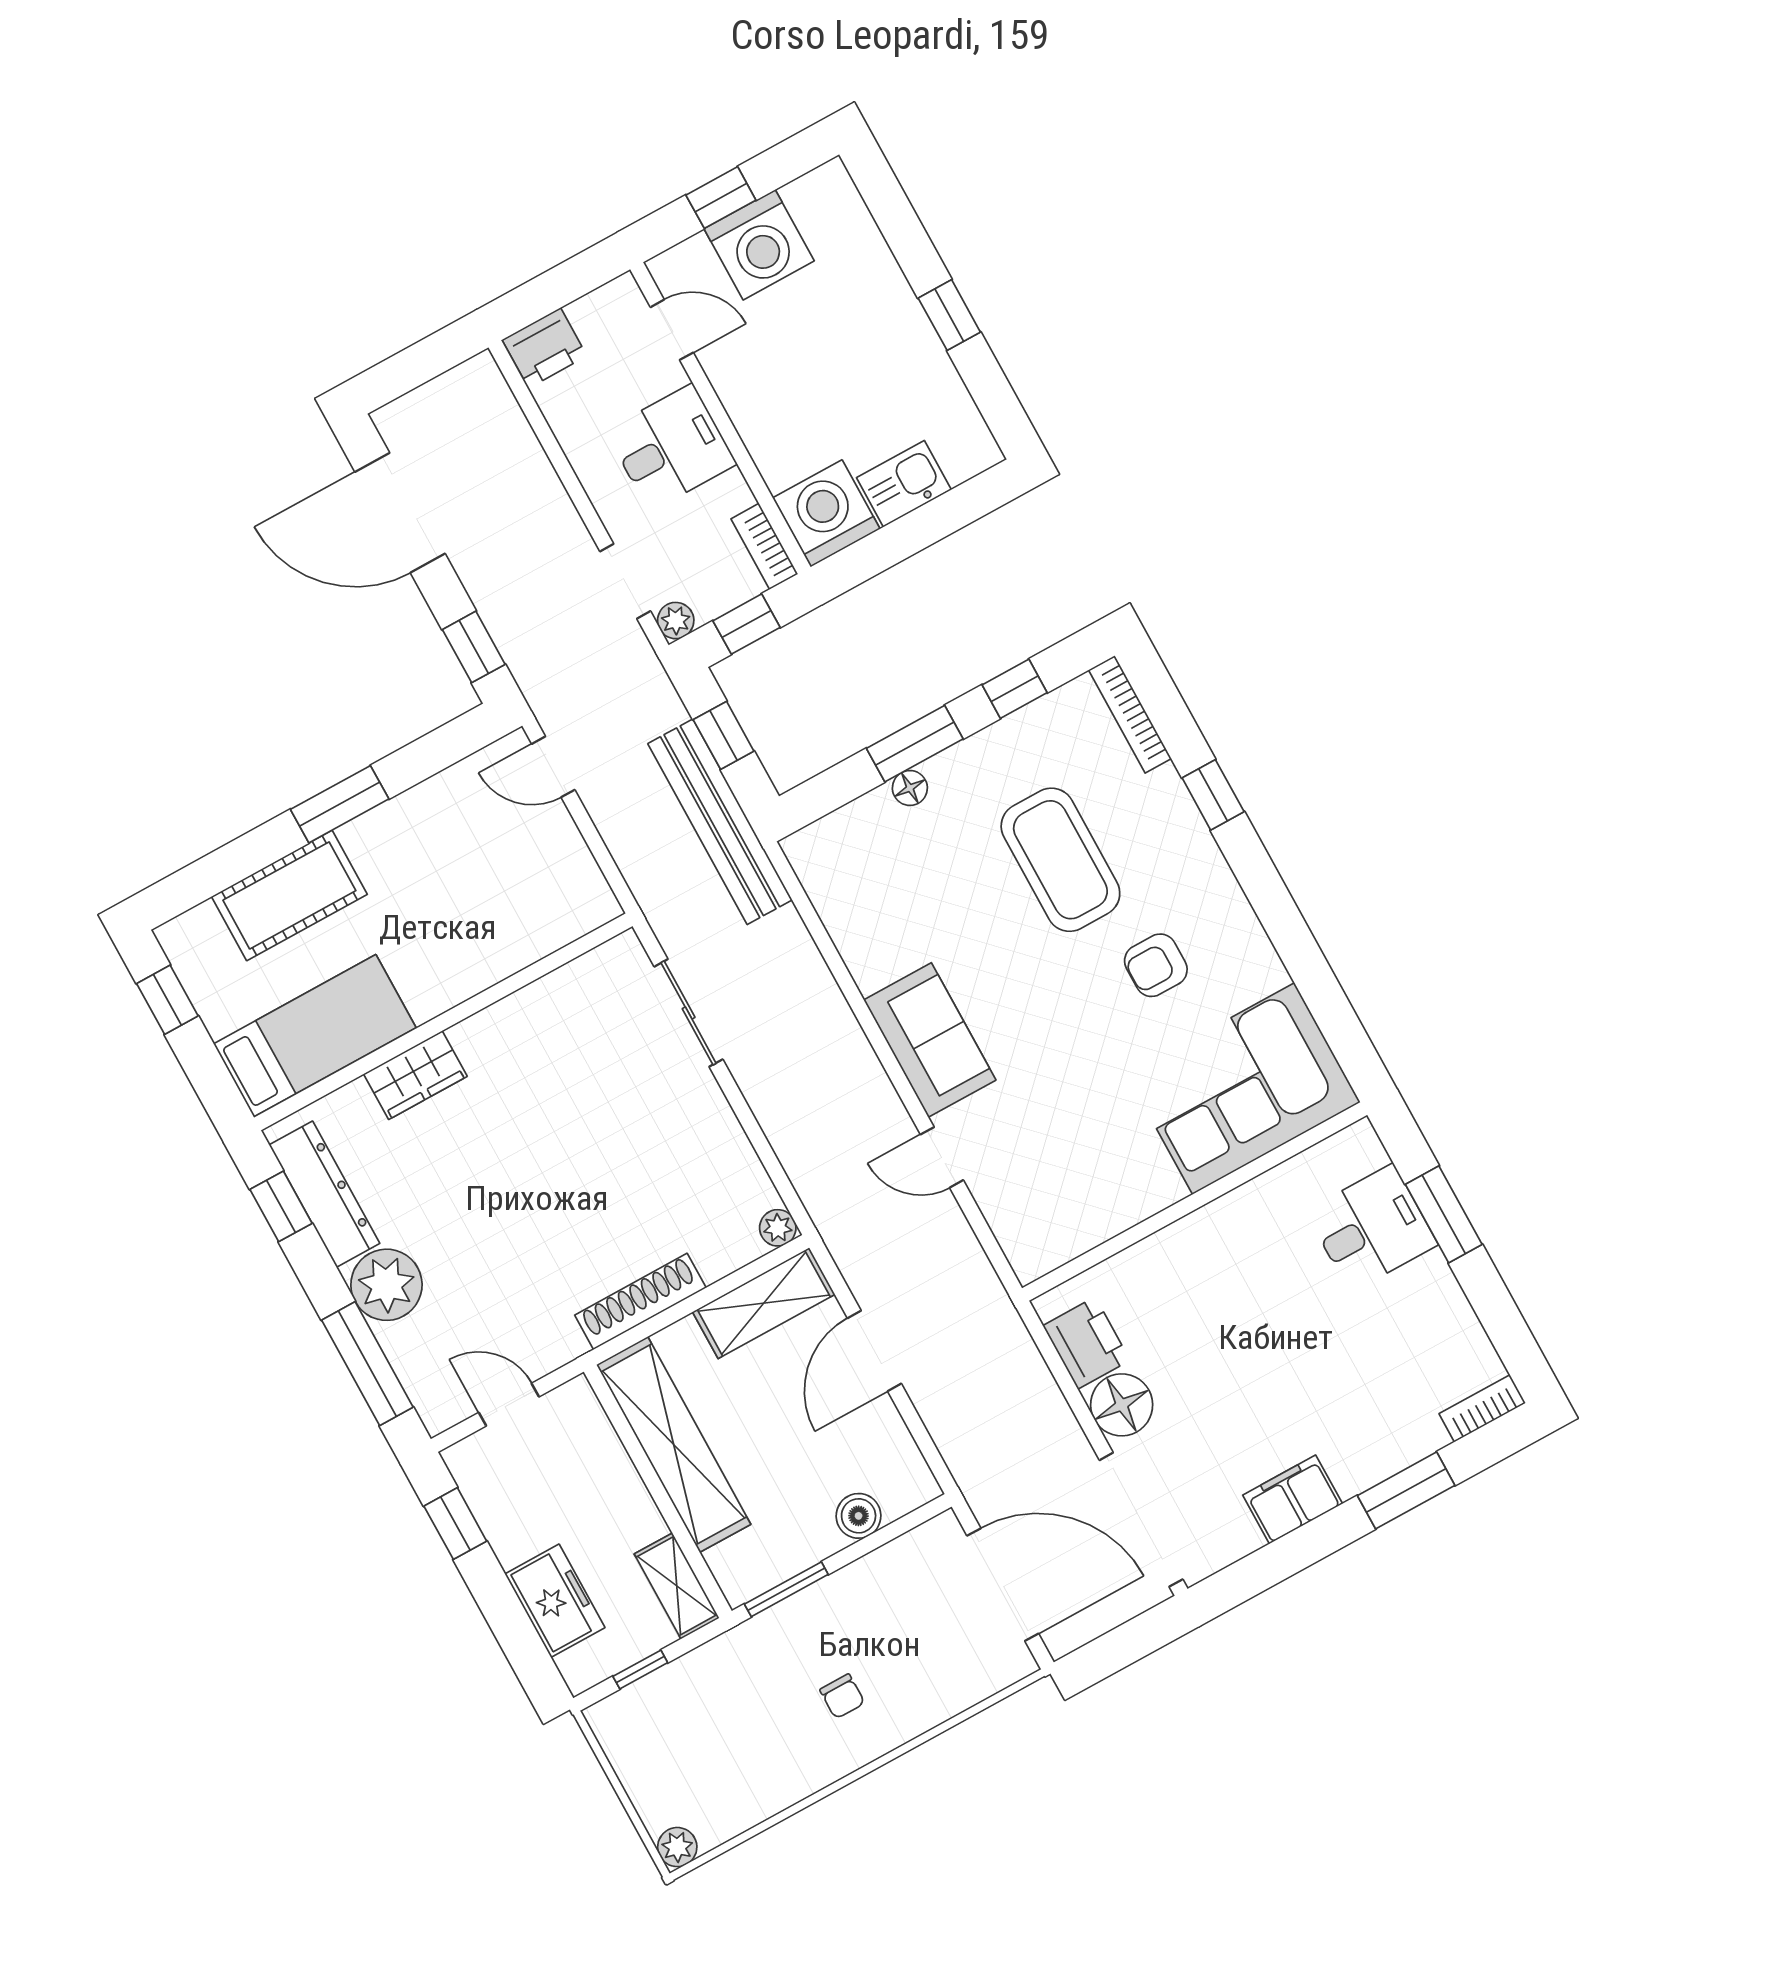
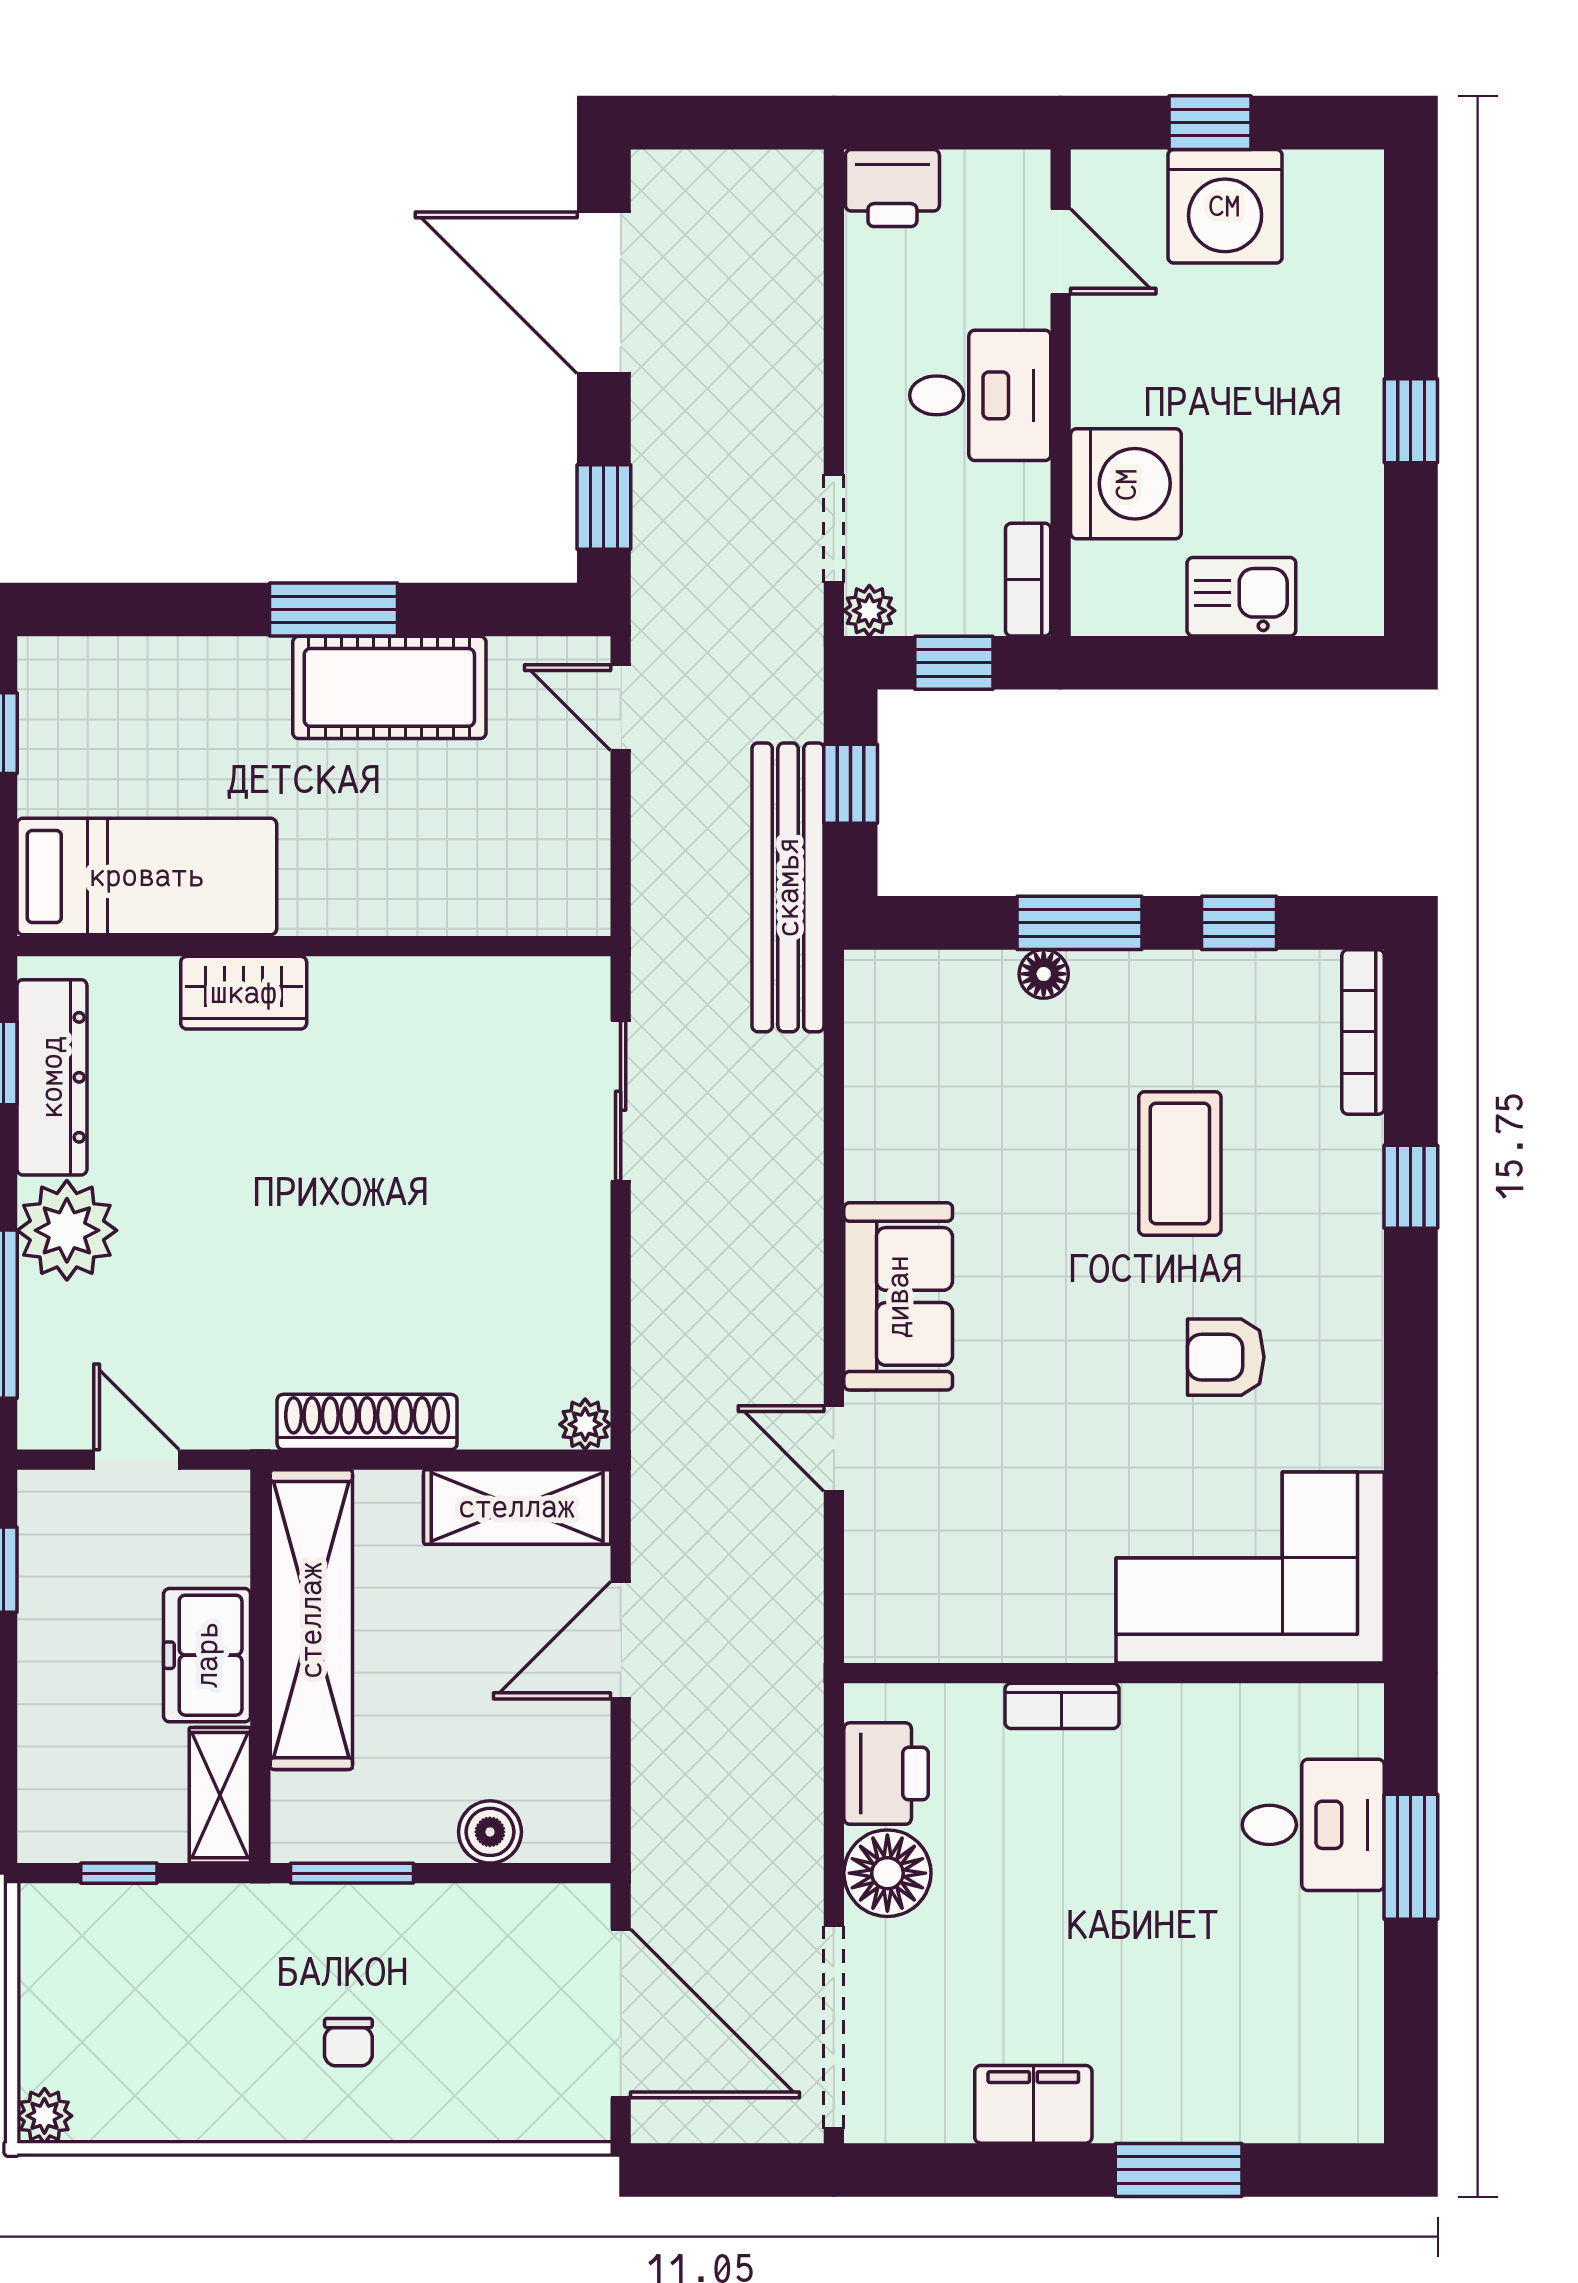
washing machine: (827, 513) -> (1126, 484), moved, turned 90
coffee table: (1060, 860) -> (1180, 1163), width x0.73, depth x0.76
cot: (289, 895) -> (389, 687), moved
bookcase: (1482, 1408) -> (1062, 1706), moved, turned 180
freezer: (555, 1601) -> (207, 1655), moved, turned 180

